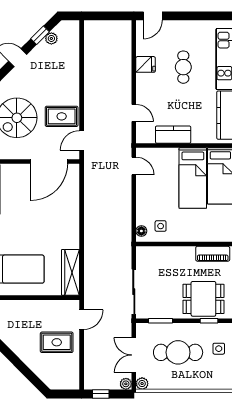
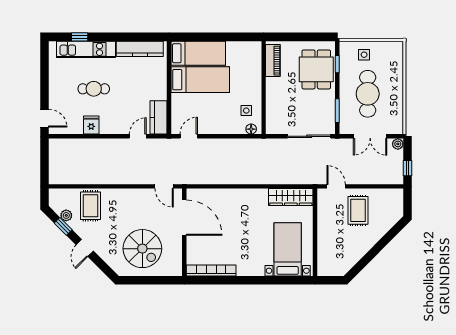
rug: (62, 116) -> (90, 206), moved
kitchen counter: (173, 135) -> (159, 117), moved
plant: (142, 384) -> (398, 128), removed

